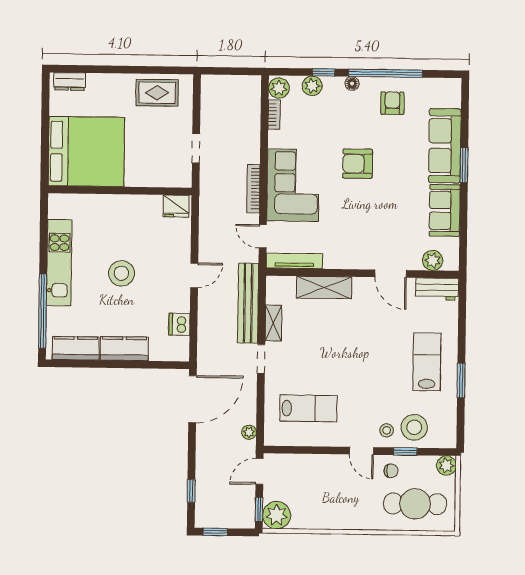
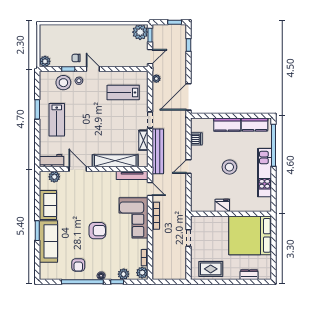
dresser: (70, 81) -> (249, 275), moved
fridge: (176, 206) -> (222, 205), moved
shelving: (324, 287) -> (115, 161), width x1.47
cafe table: (415, 504) -> (62, 40), removed

